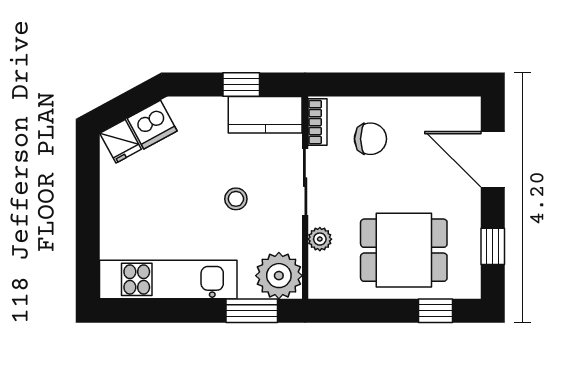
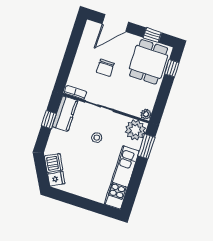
chair: (370, 139) -> (105, 68), moved, turned 180
plant: (320, 239) -> (146, 114), moved
dining table: (404, 250) -> (148, 62), moved

